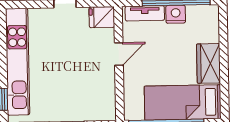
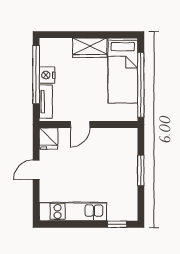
door: (119, 54) -> (80, 124), swing flipped
kitchen unit: (18, 62) -> (73, 212), width x0.73

